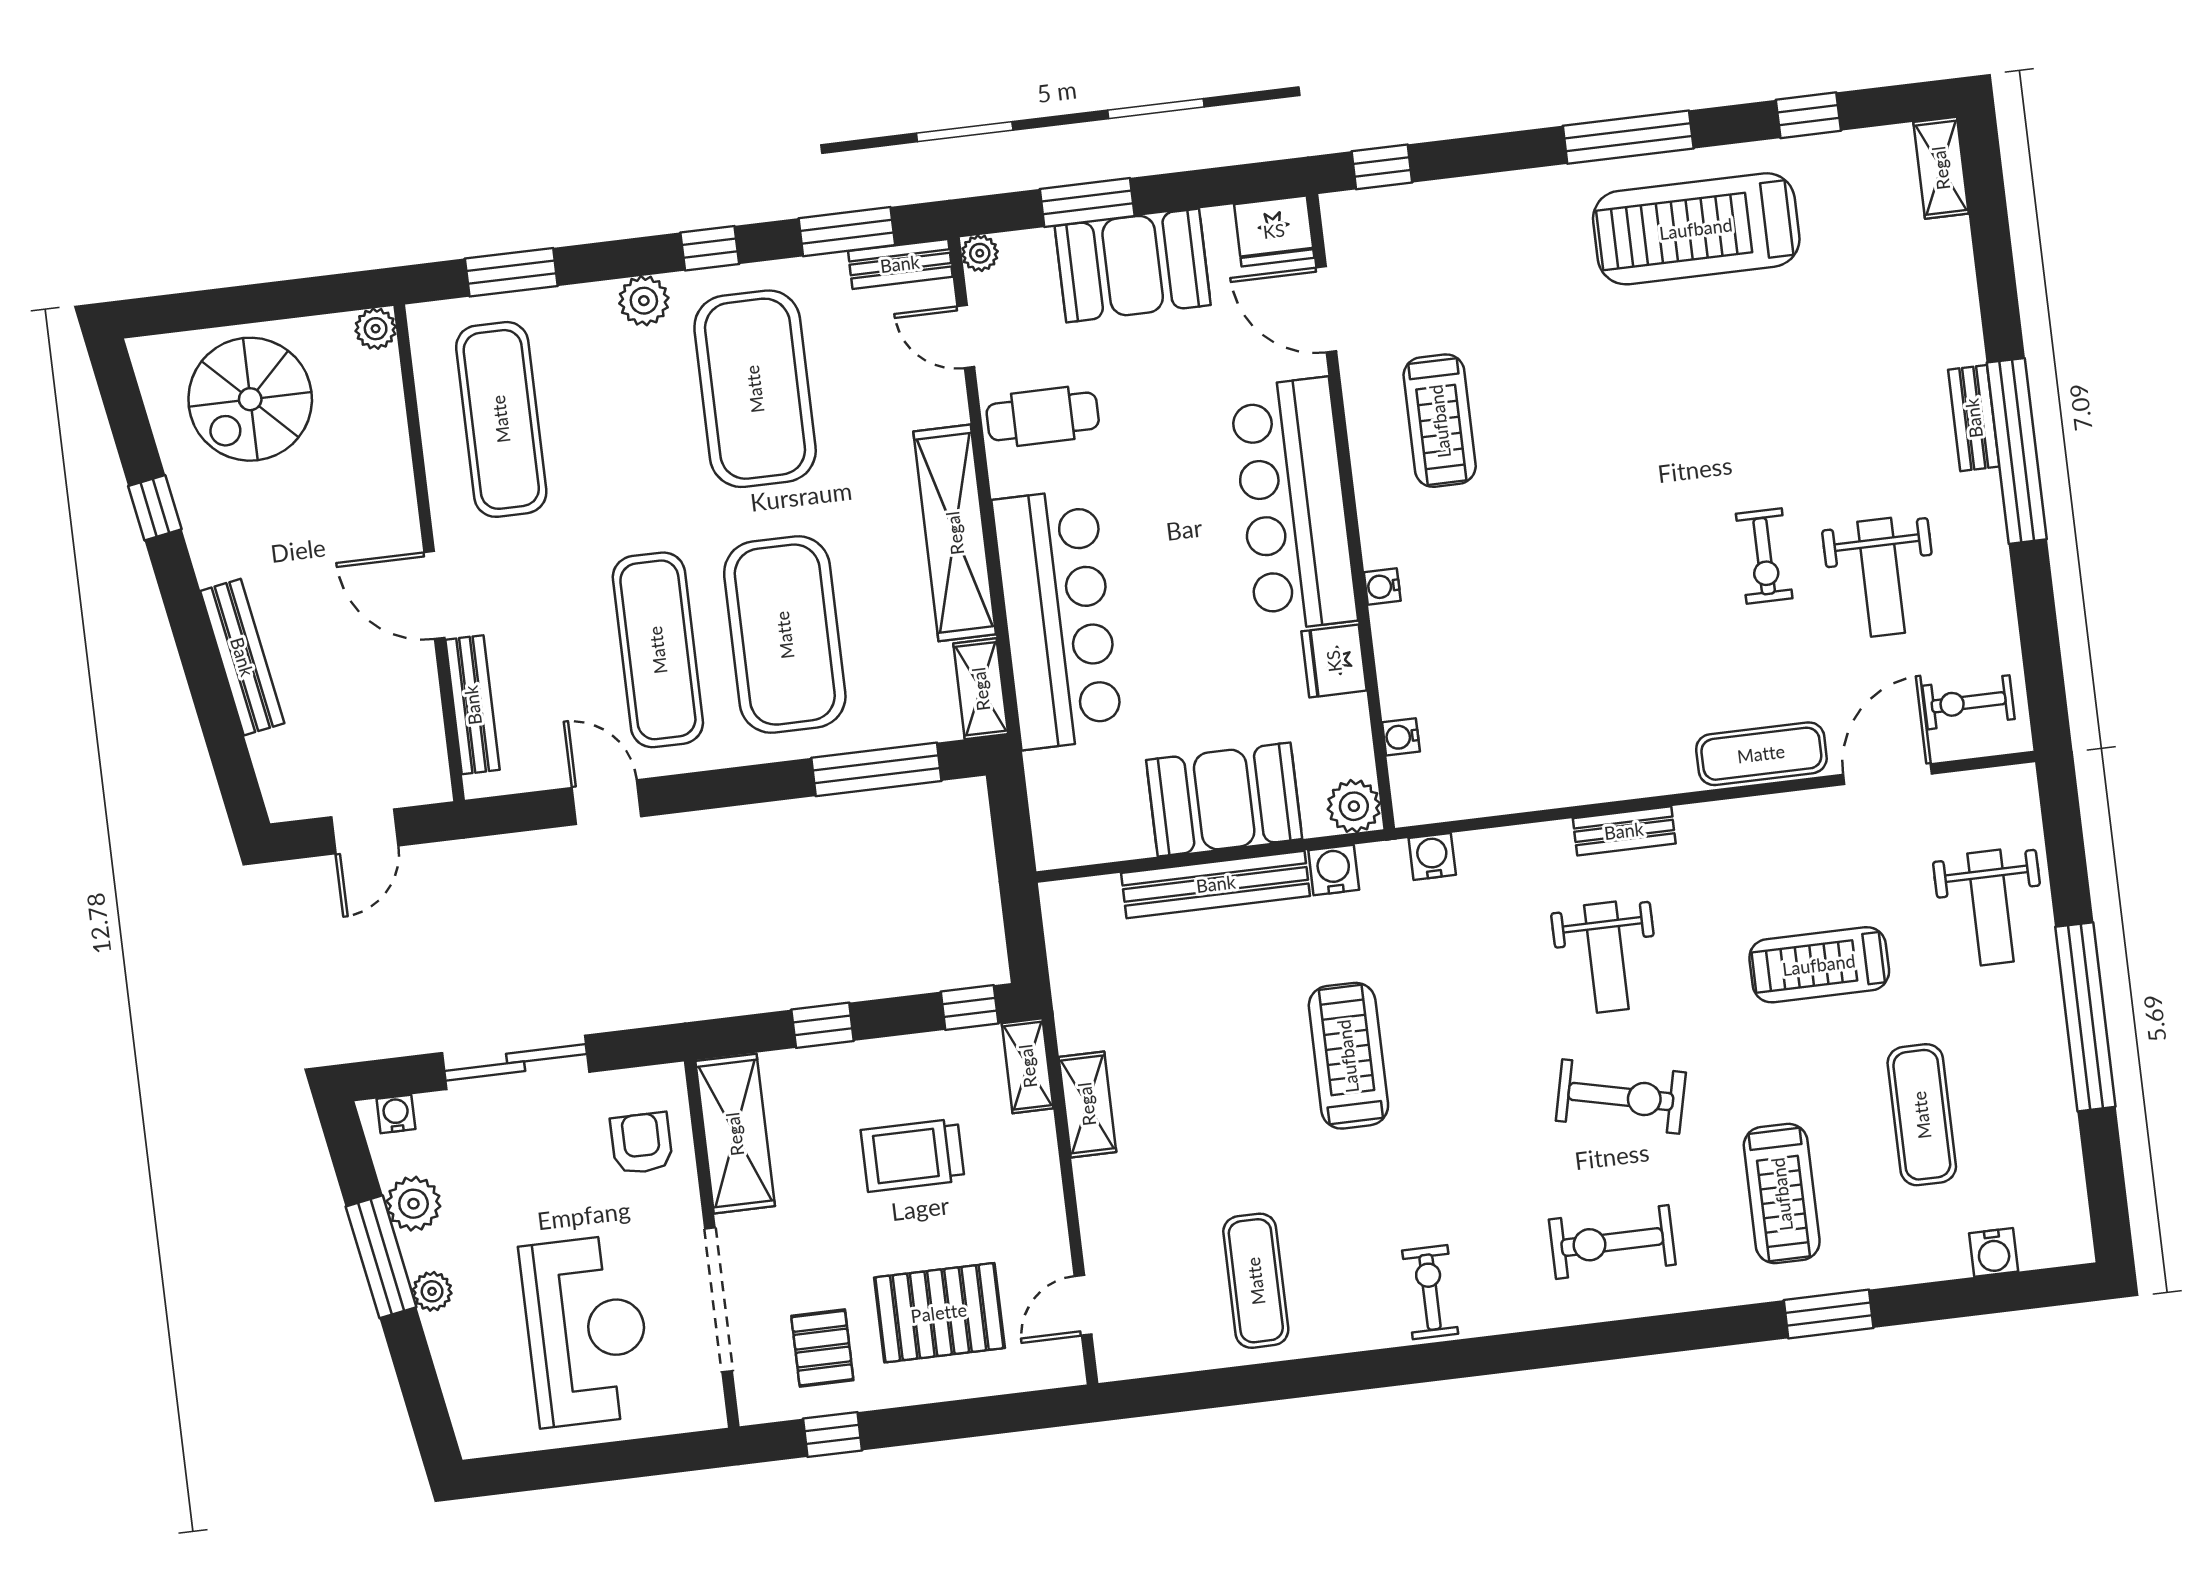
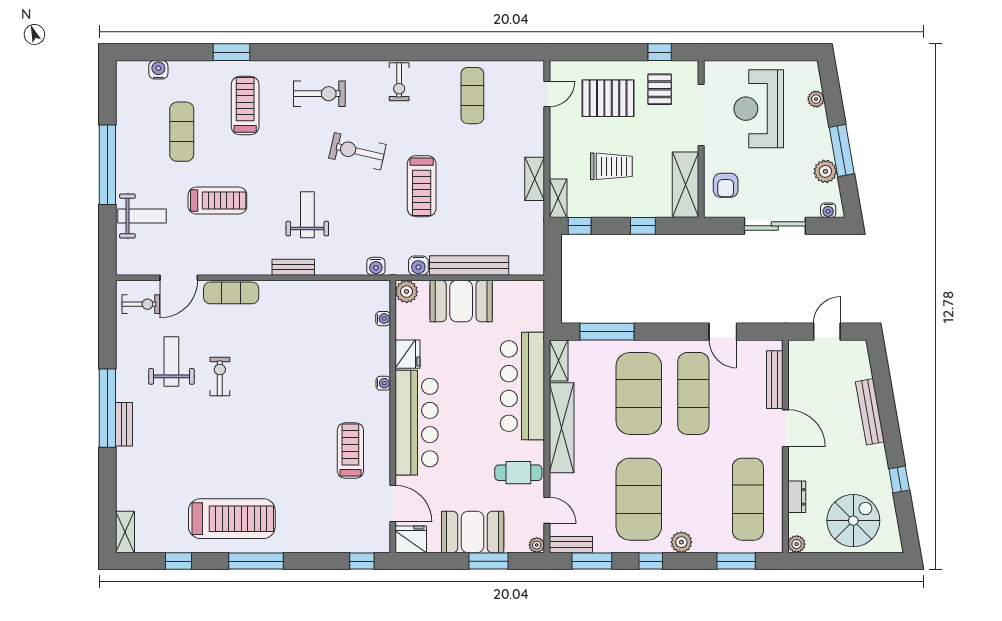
dresser: (388, 439) -> (797, 497), added
weight bench: (1991, 907) -> (142, 216), turned 90
exercise bike: (1621, 1097) -> (357, 151), moved
plant: (432, 1291) -> (816, 99), moved

